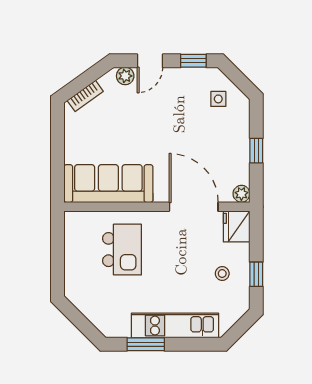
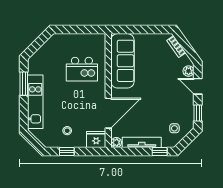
window: (256, 151) -> (160, 152), moved
tv unit: (241, 152) -> (142, 142), added

